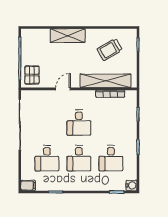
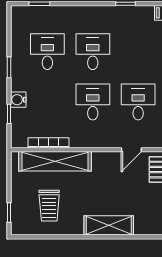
trolley: (110, 50) -> (49, 206), turned 120
door: (63, 89) -> (131, 150), moved
desk: (47, 158) -> (138, 102), moved
water cooler: (131, 185) -> (18, 100), moved

